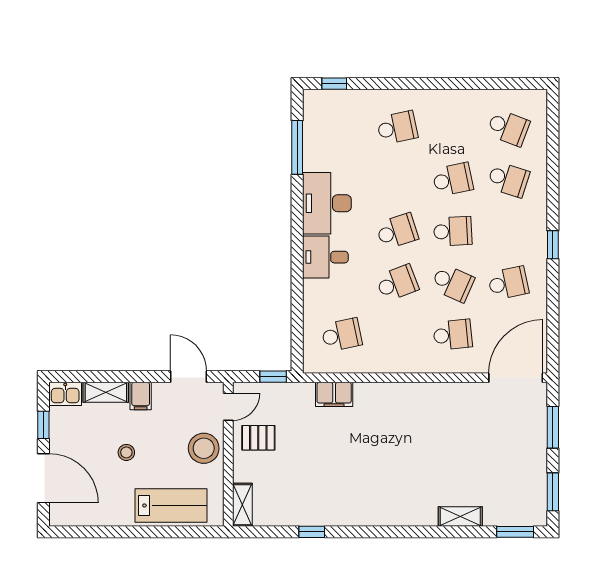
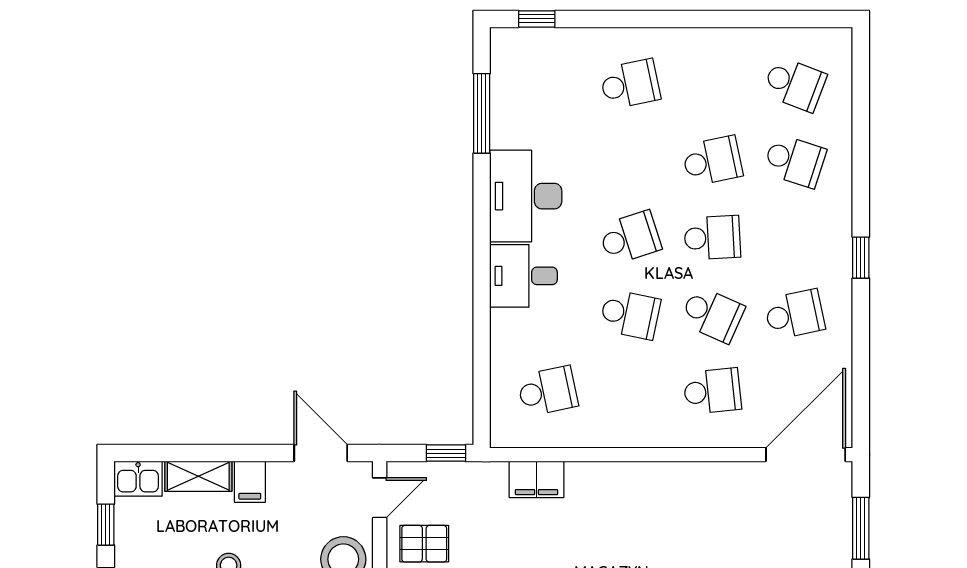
school desk: (397, 283) -> (630, 314), turned 33

